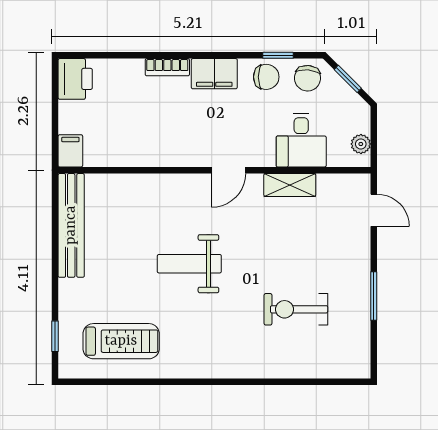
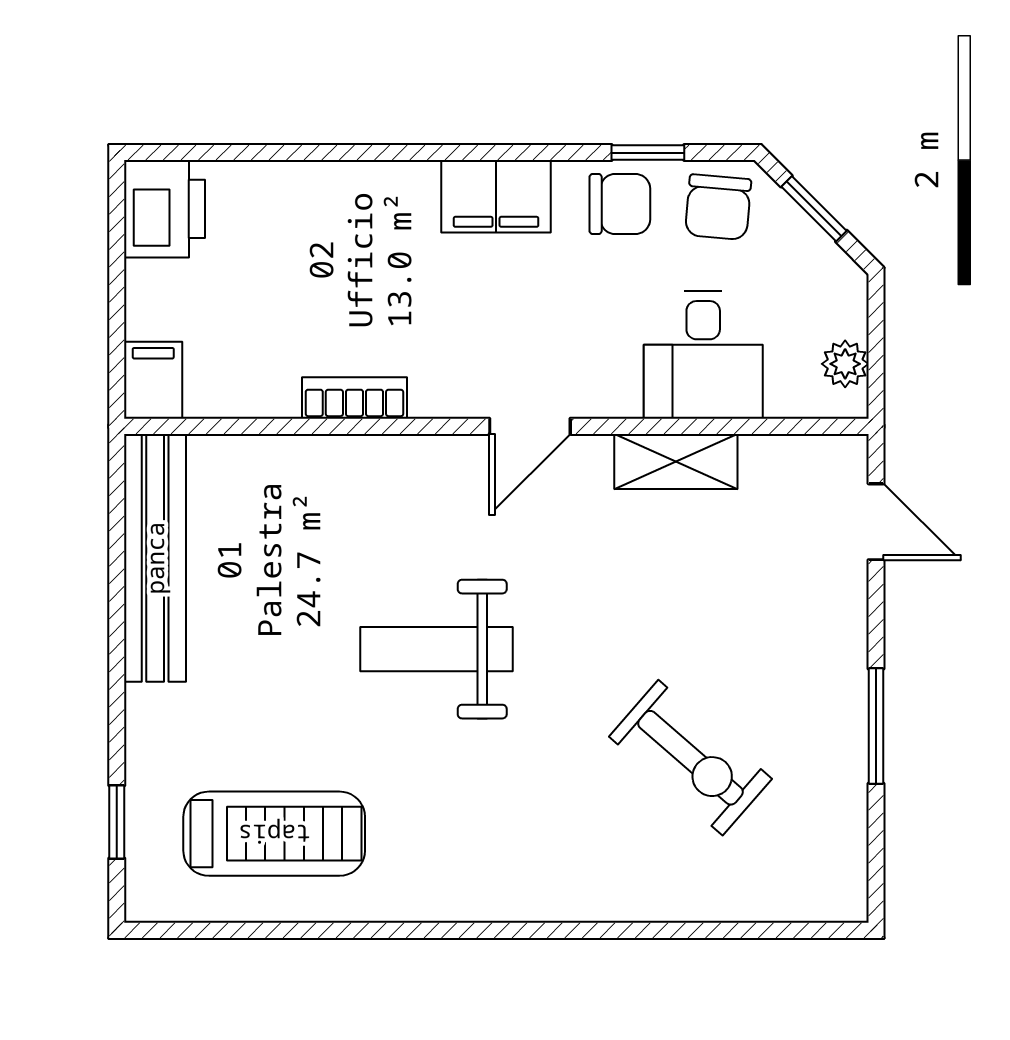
bookcase: (167, 67) -> (354, 398), moved, turned 180
exercise bike: (296, 309) -> (691, 758), turned -139

